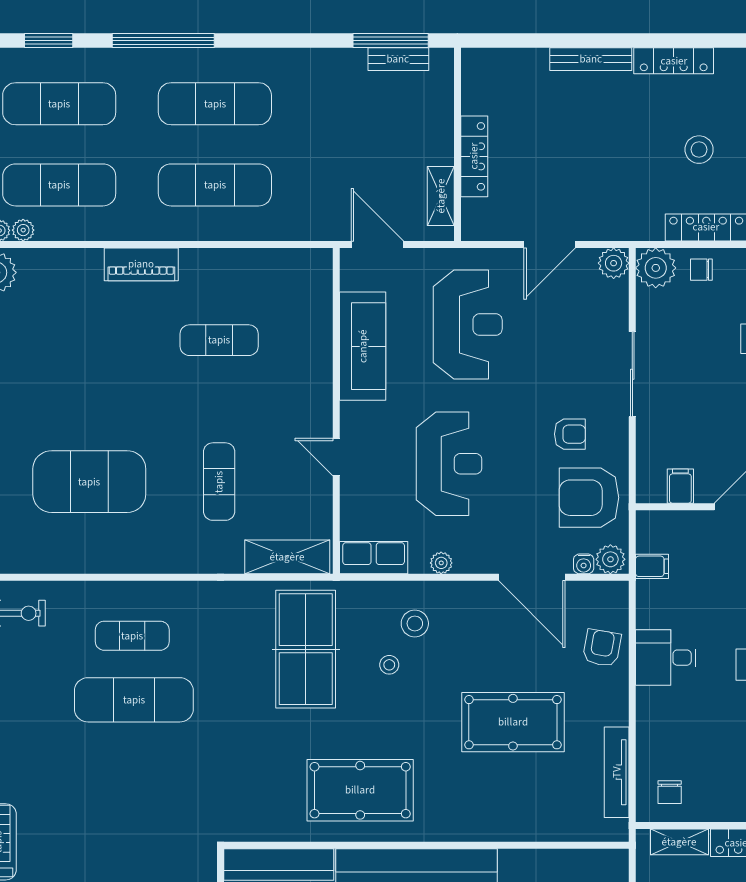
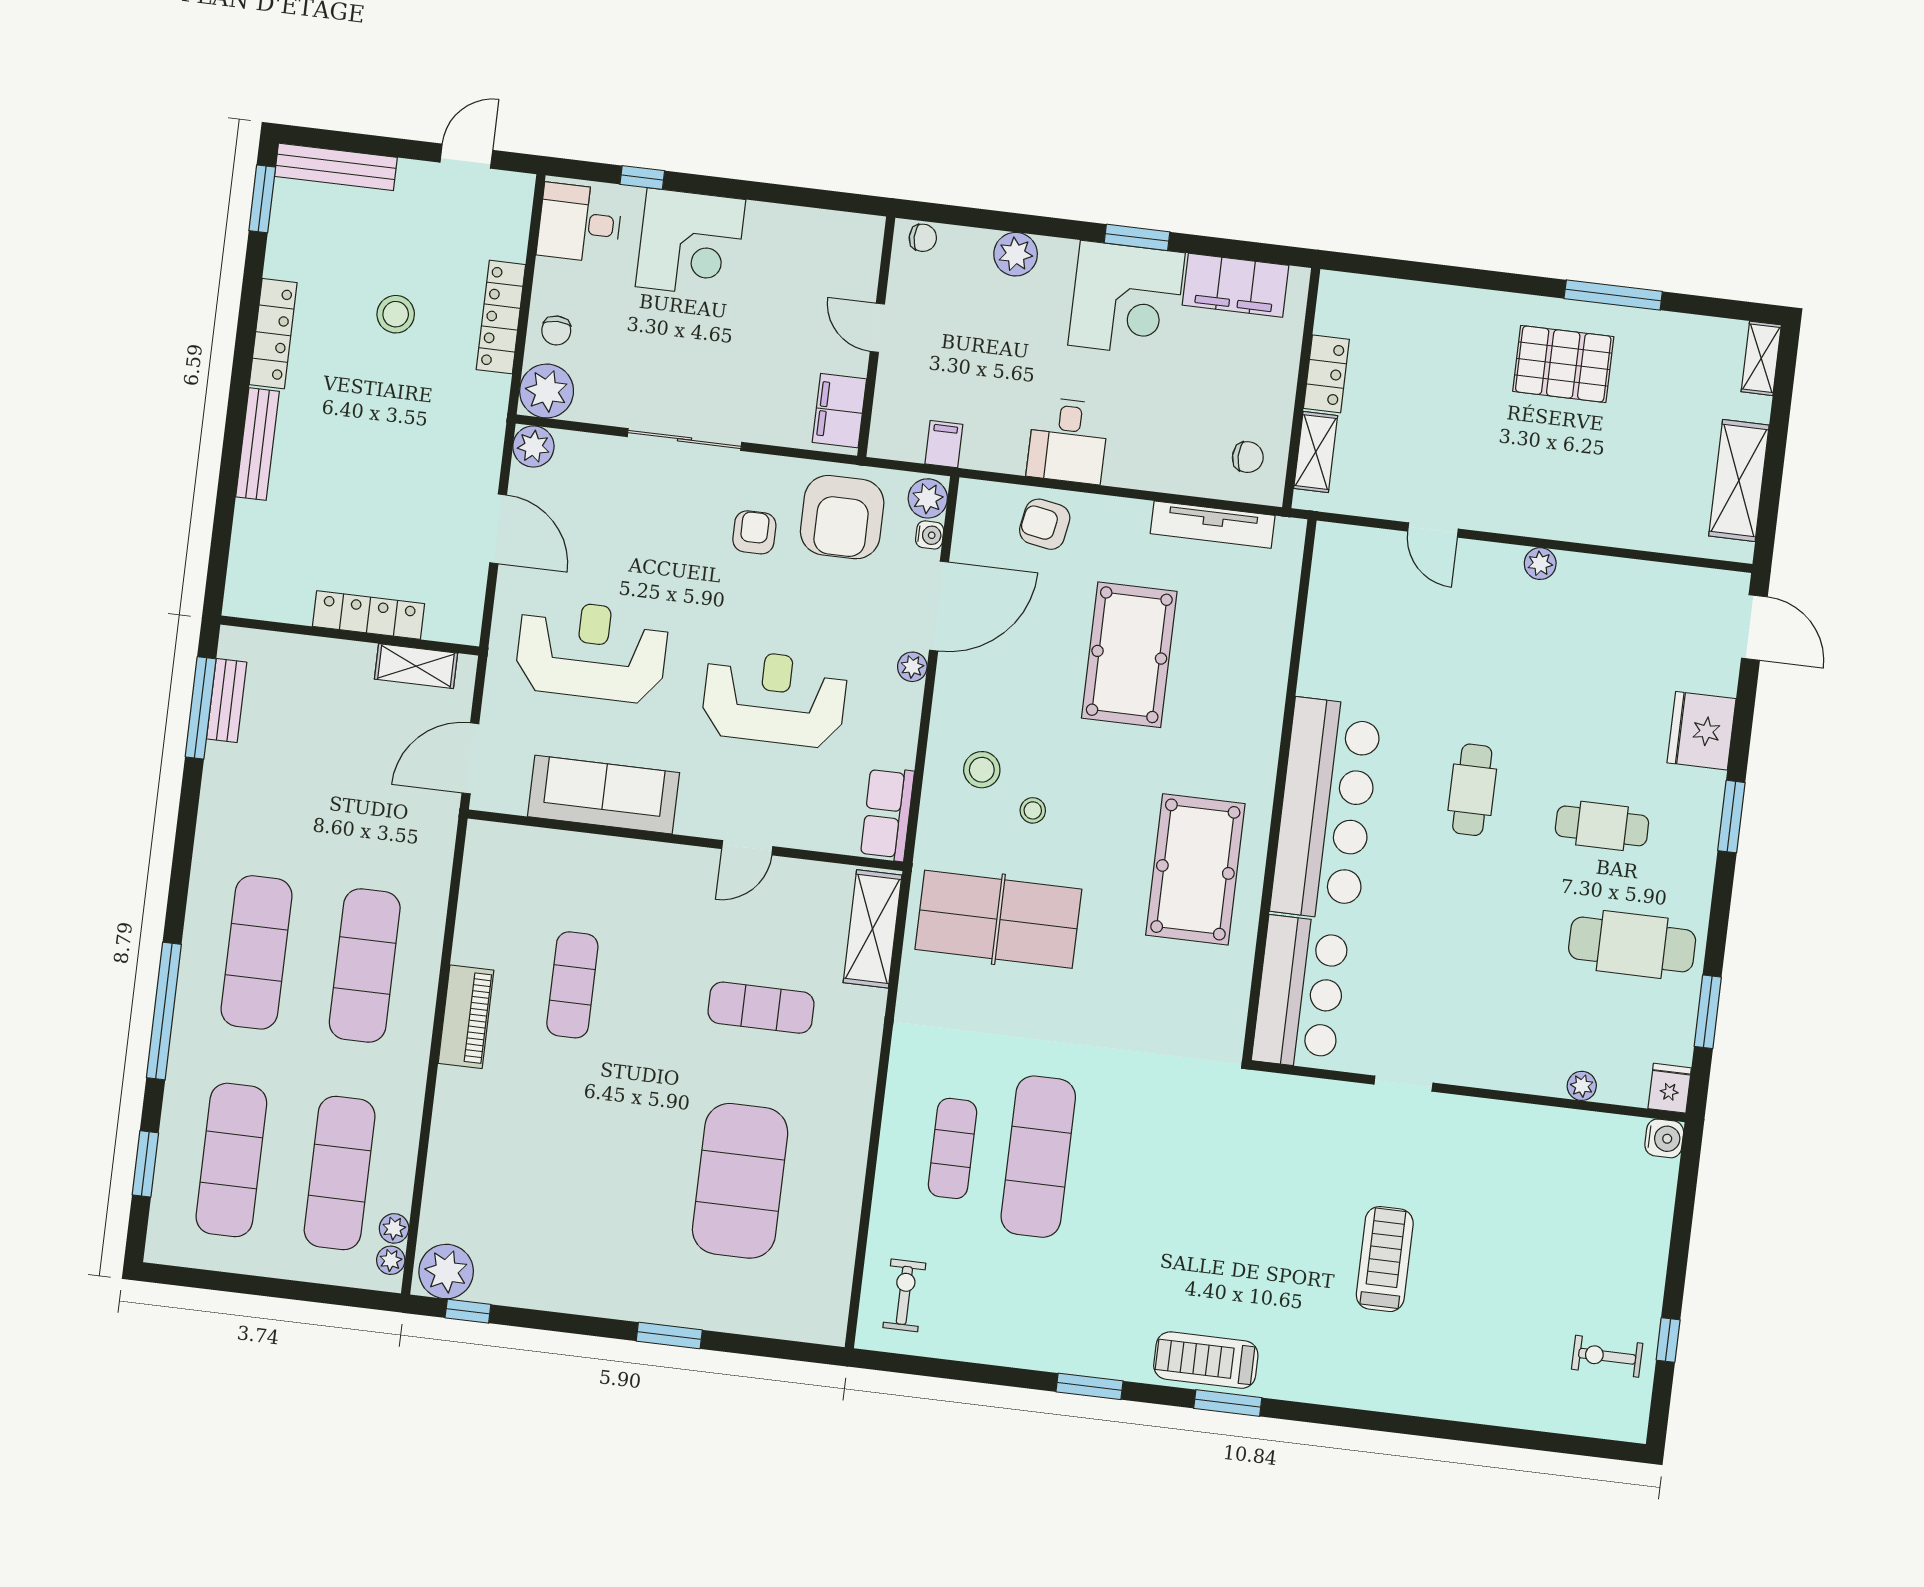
piano: (141, 264) -> (466, 1017), moved
filing cabinet: (680, 486) -> (839, 411), width x2.00
plant: (441, 563) -> (912, 667), moved

